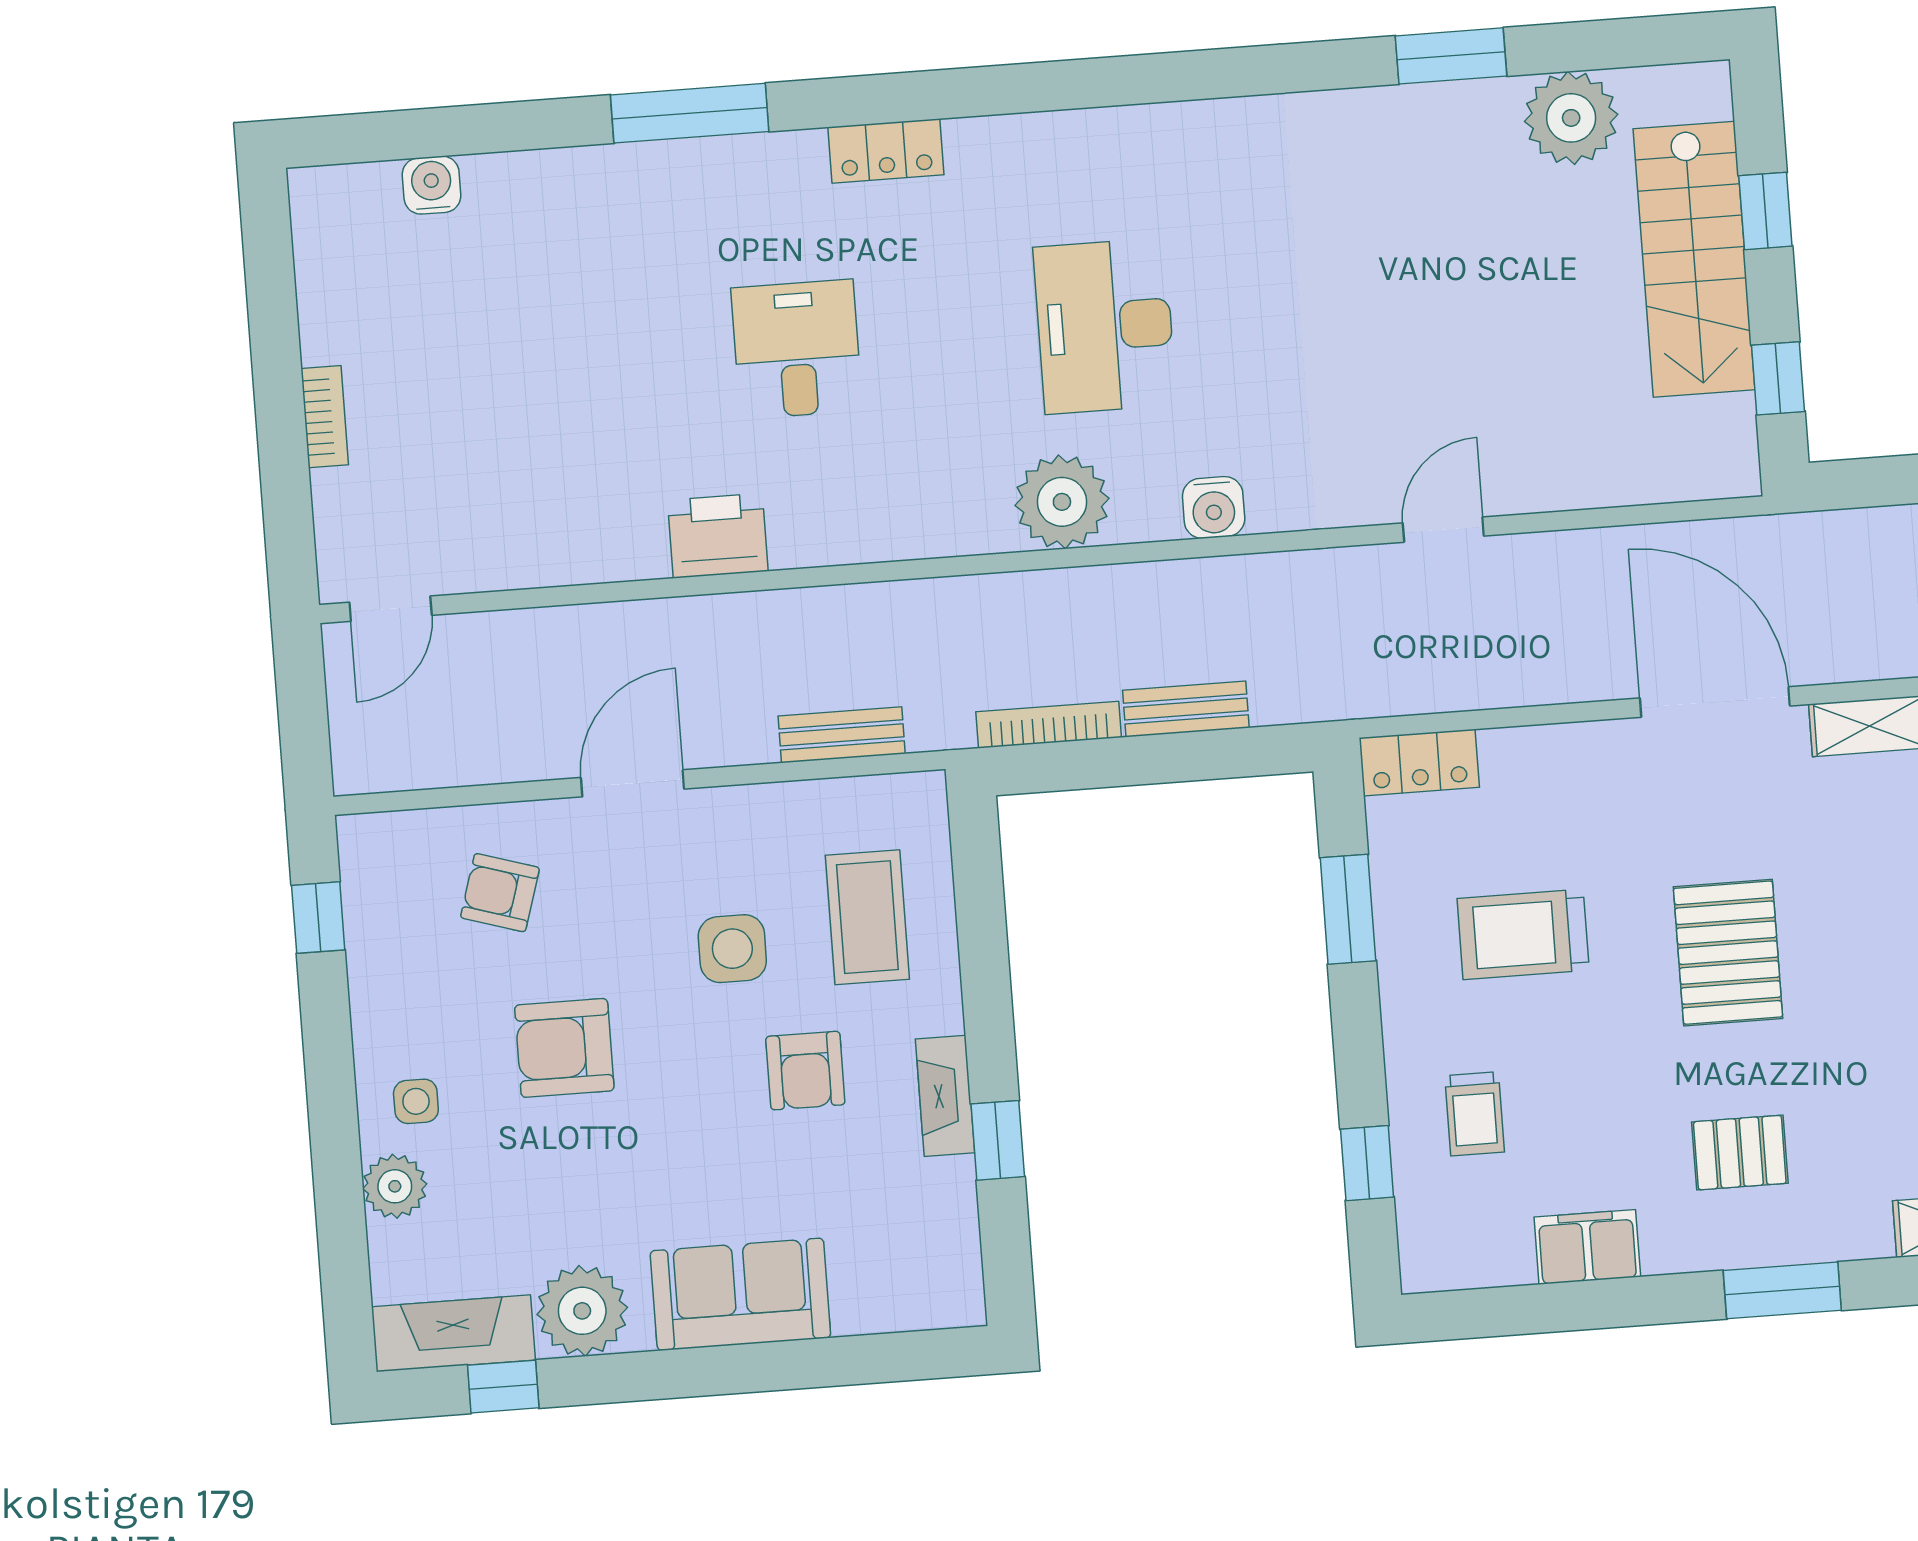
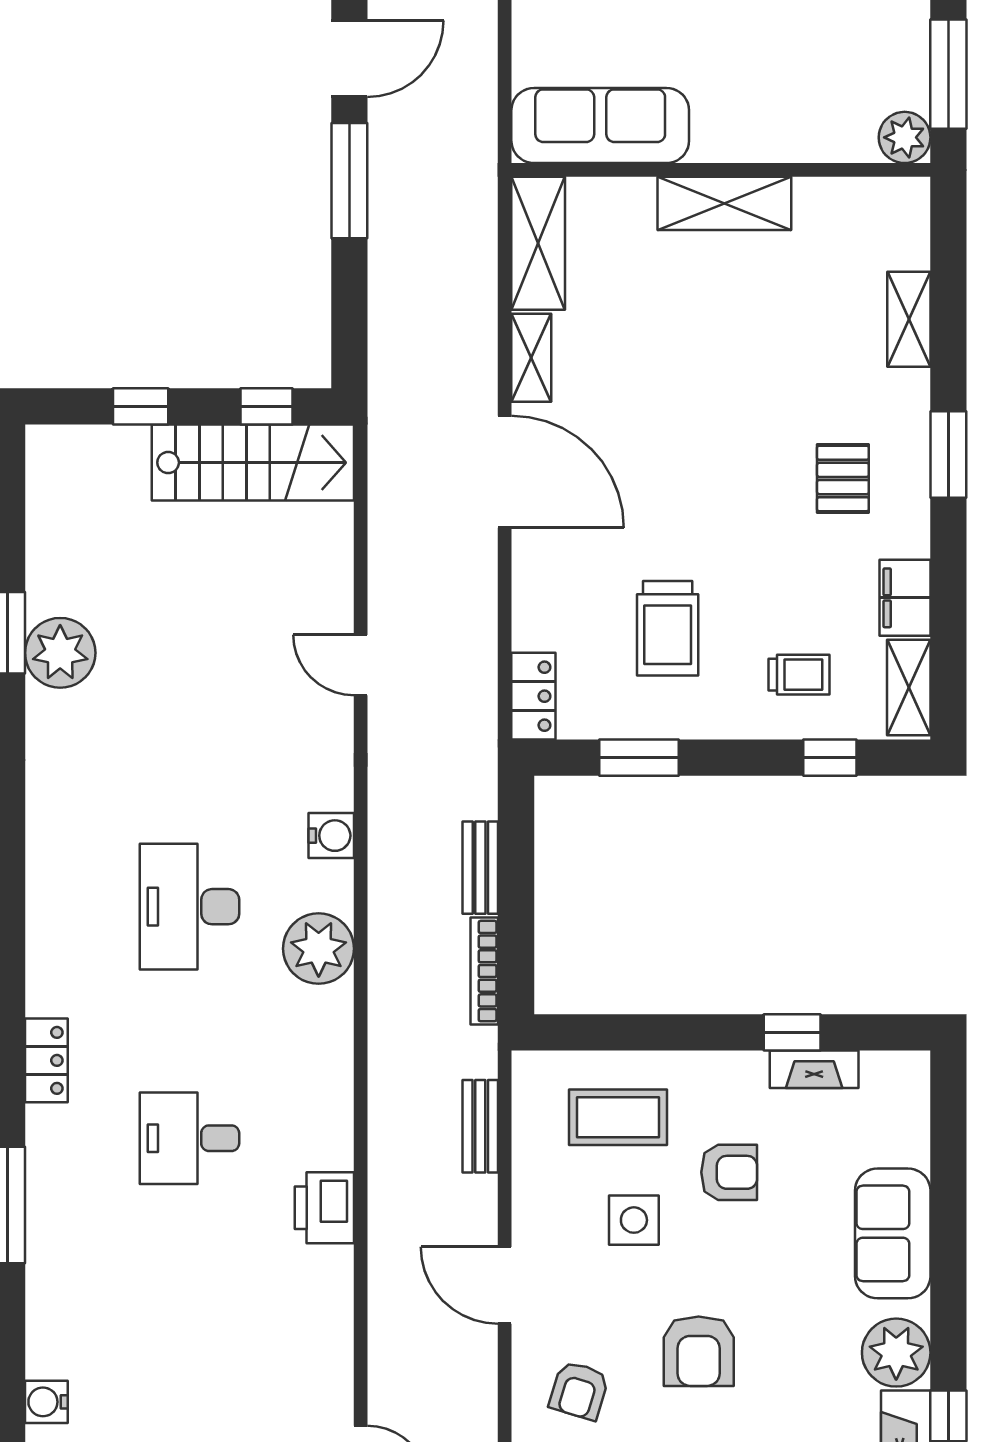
plant: (1571, 118) -> (60, 653), moved
stairs: (1694, 259) -> (253, 463), moved
desk: (1105, 326) -> (189, 907), turned 90
door: (1715, 702) -> (505, 472), swing flipped
pallet: (1728, 953) -> (693, 476), removed
fireplace: (945, 1096) -> (814, 1069), moved
shelving: (1468, 1261) -> (909, 687), added

